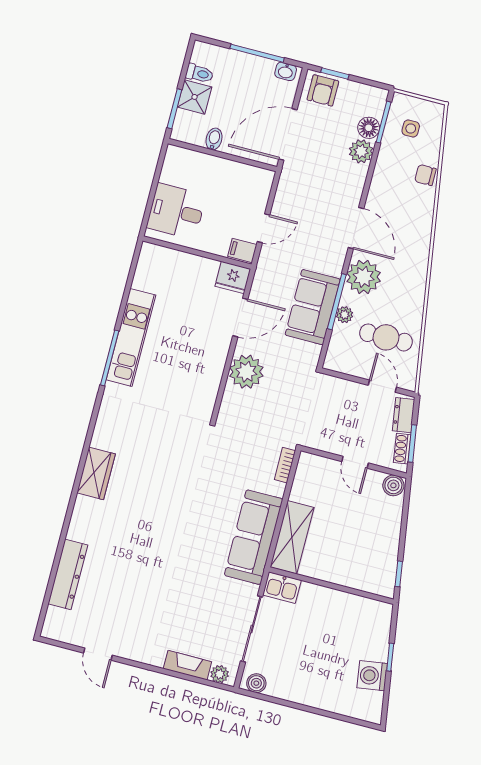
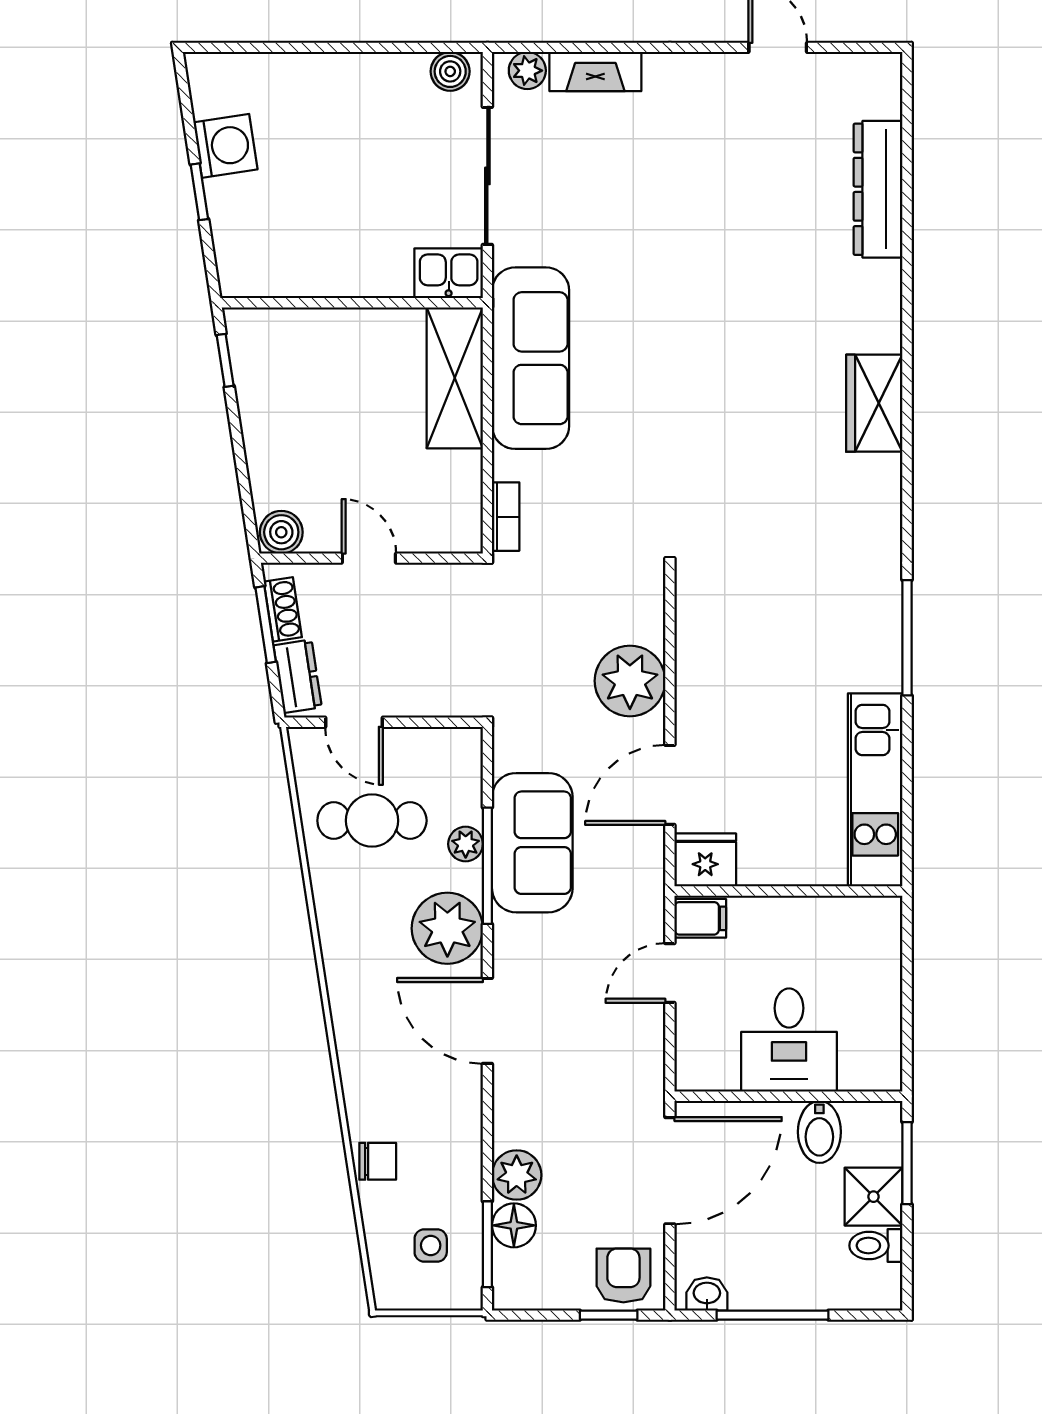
bidet: (214, 139) -> (819, 1132), width x1.38, depth x1.36
desk: (176, 211) -> (789, 1040), moved, turned 90
kitchen unit: (131, 337) -> (875, 790), moved

